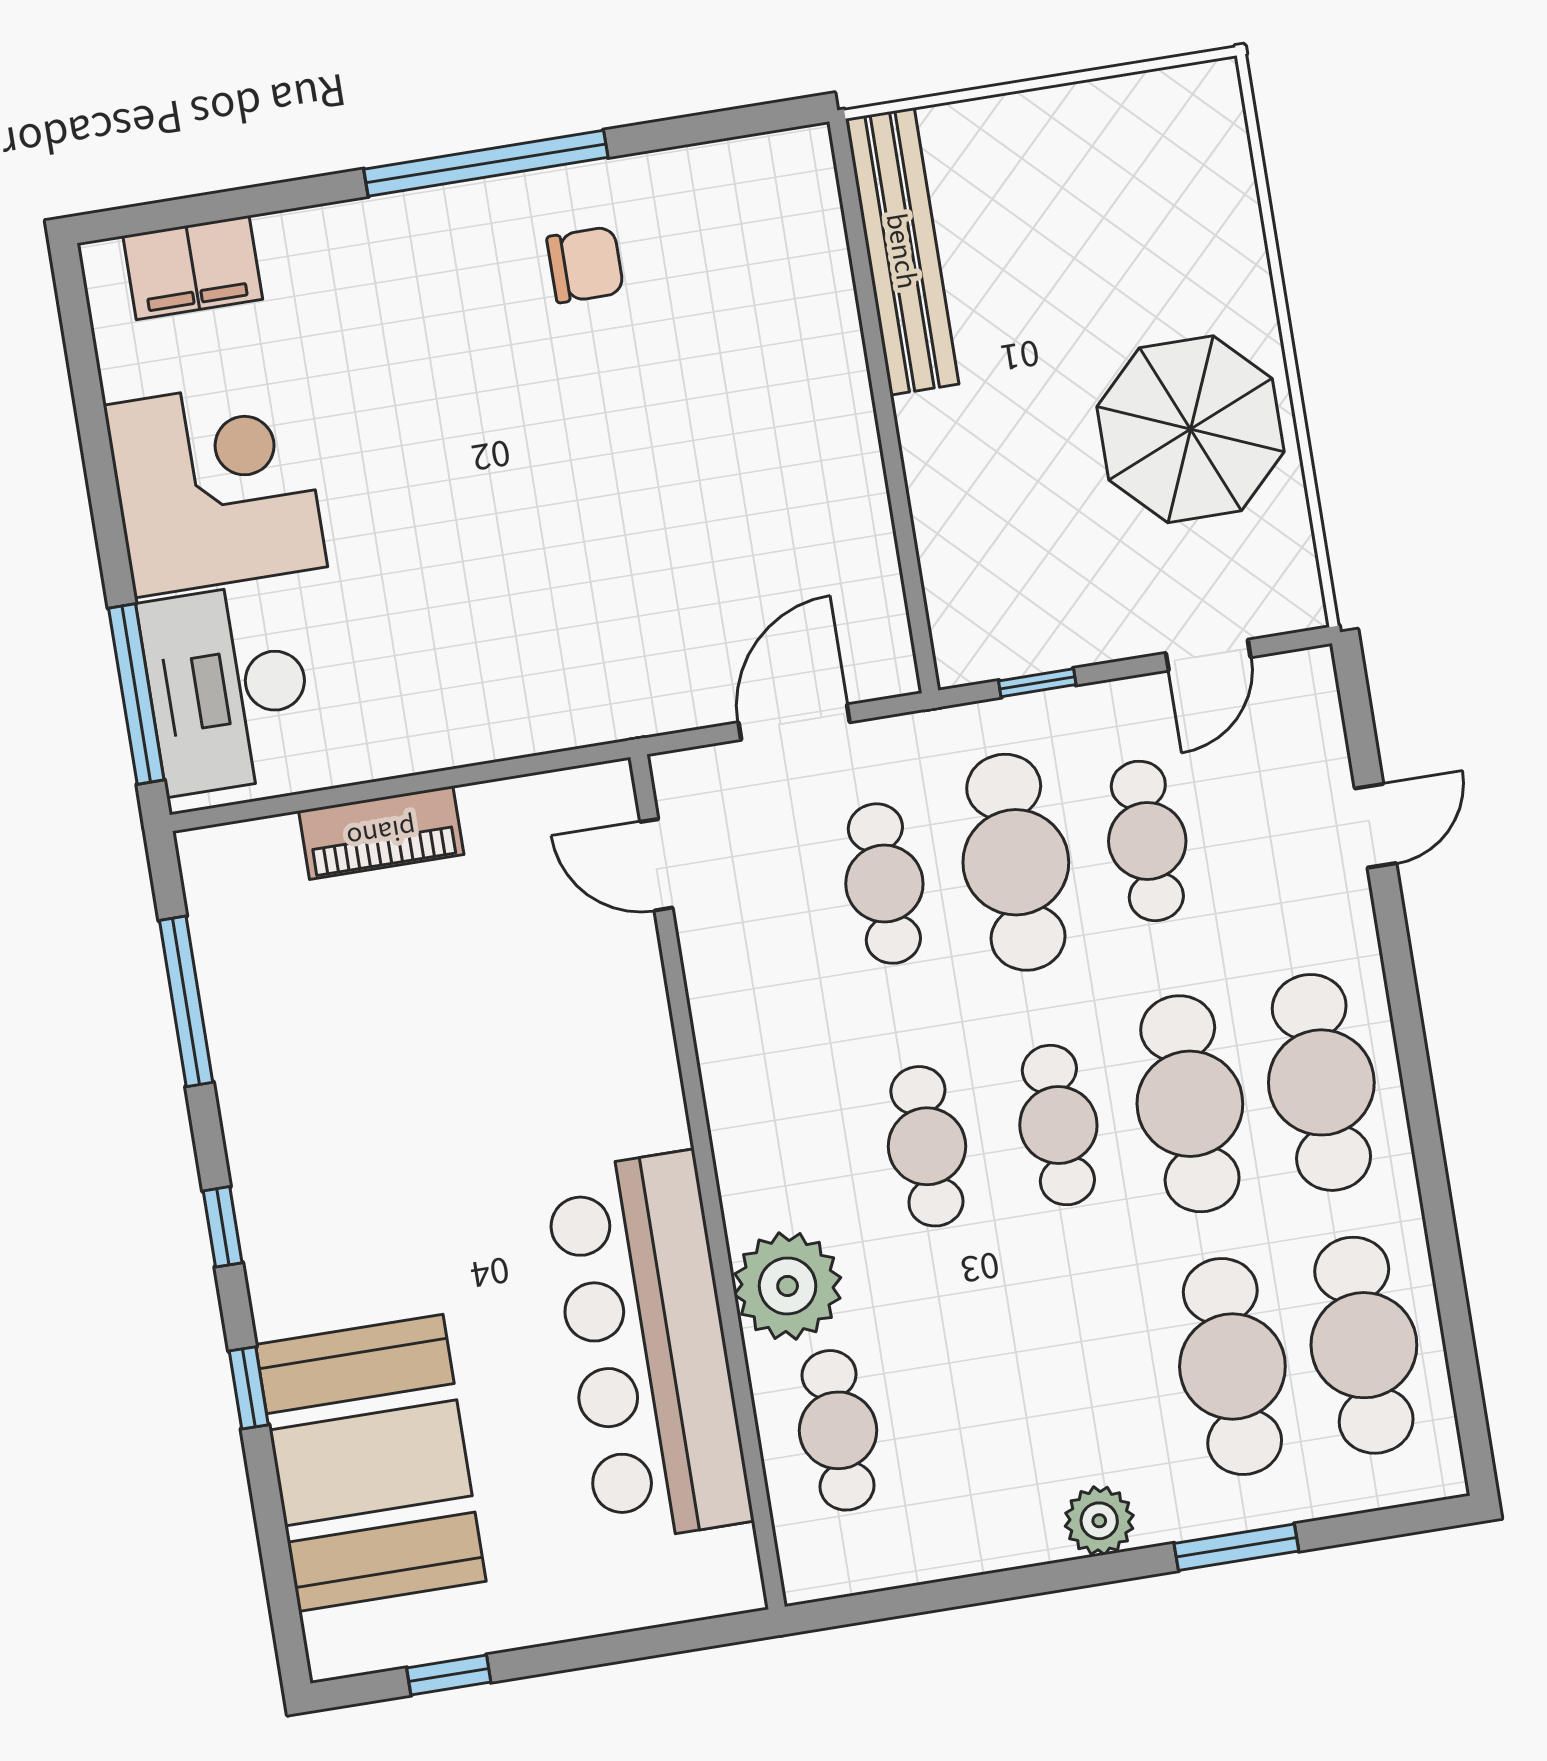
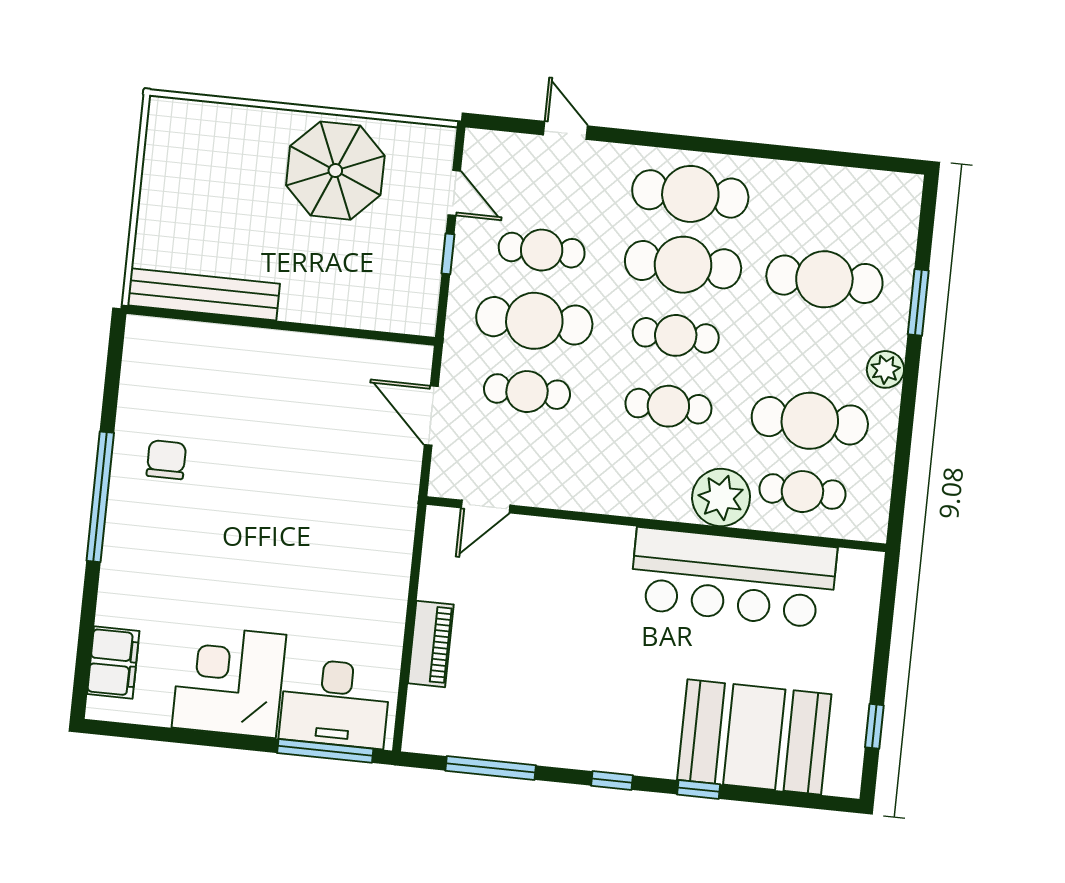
window: (1037, 683) -> (448, 254), moved
cafe table: (1364, 1345) -> (810, 421), moved

